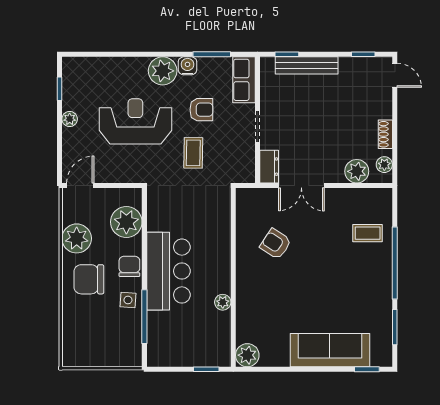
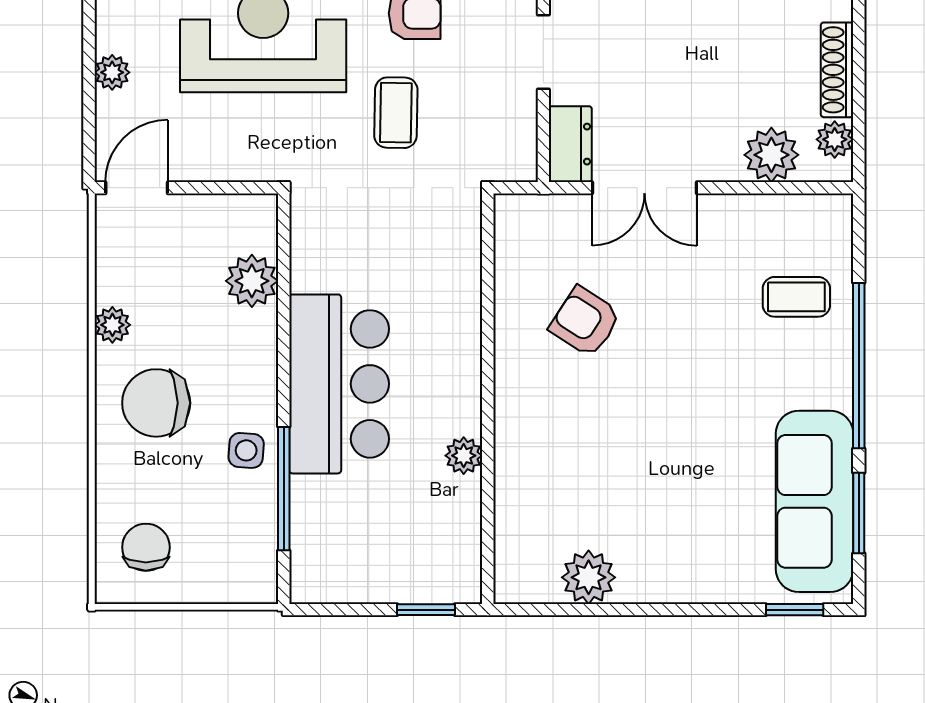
plant: (70, 119) -> (112, 72), moved
shoe rack: (385, 134) -> (837, 70), width x1.43
plant: (126, 222) -> (252, 281), width x0.73, depth x0.73
plant: (77, 238) -> (112, 325), width x0.53, depth x0.53
chair: (129, 266) -> (146, 547), moved
sofa: (330, 350) -> (815, 501), moved, turned -90
plant: (247, 355) -> (589, 577), moved

